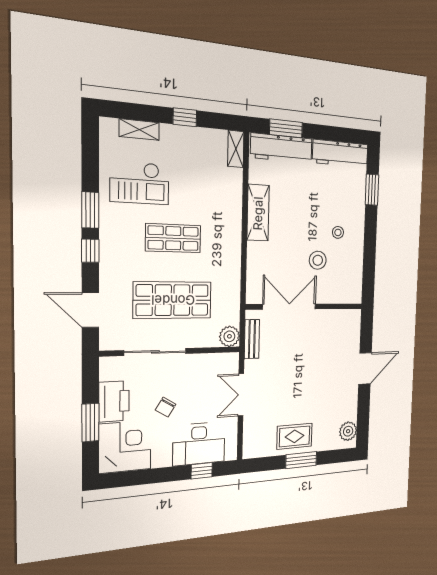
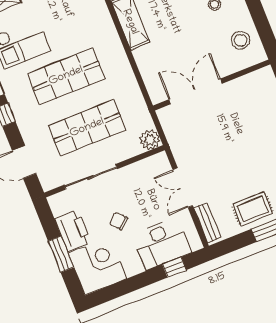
shop shelf: (173, 238) -> (66, 76), width x1.43, depth x1.36
stool: (318, 260) -> (241, 40), moved
bench: (252, 339) -> (207, 223), moved
chair: (166, 407) -> (118, 221), turned 106

